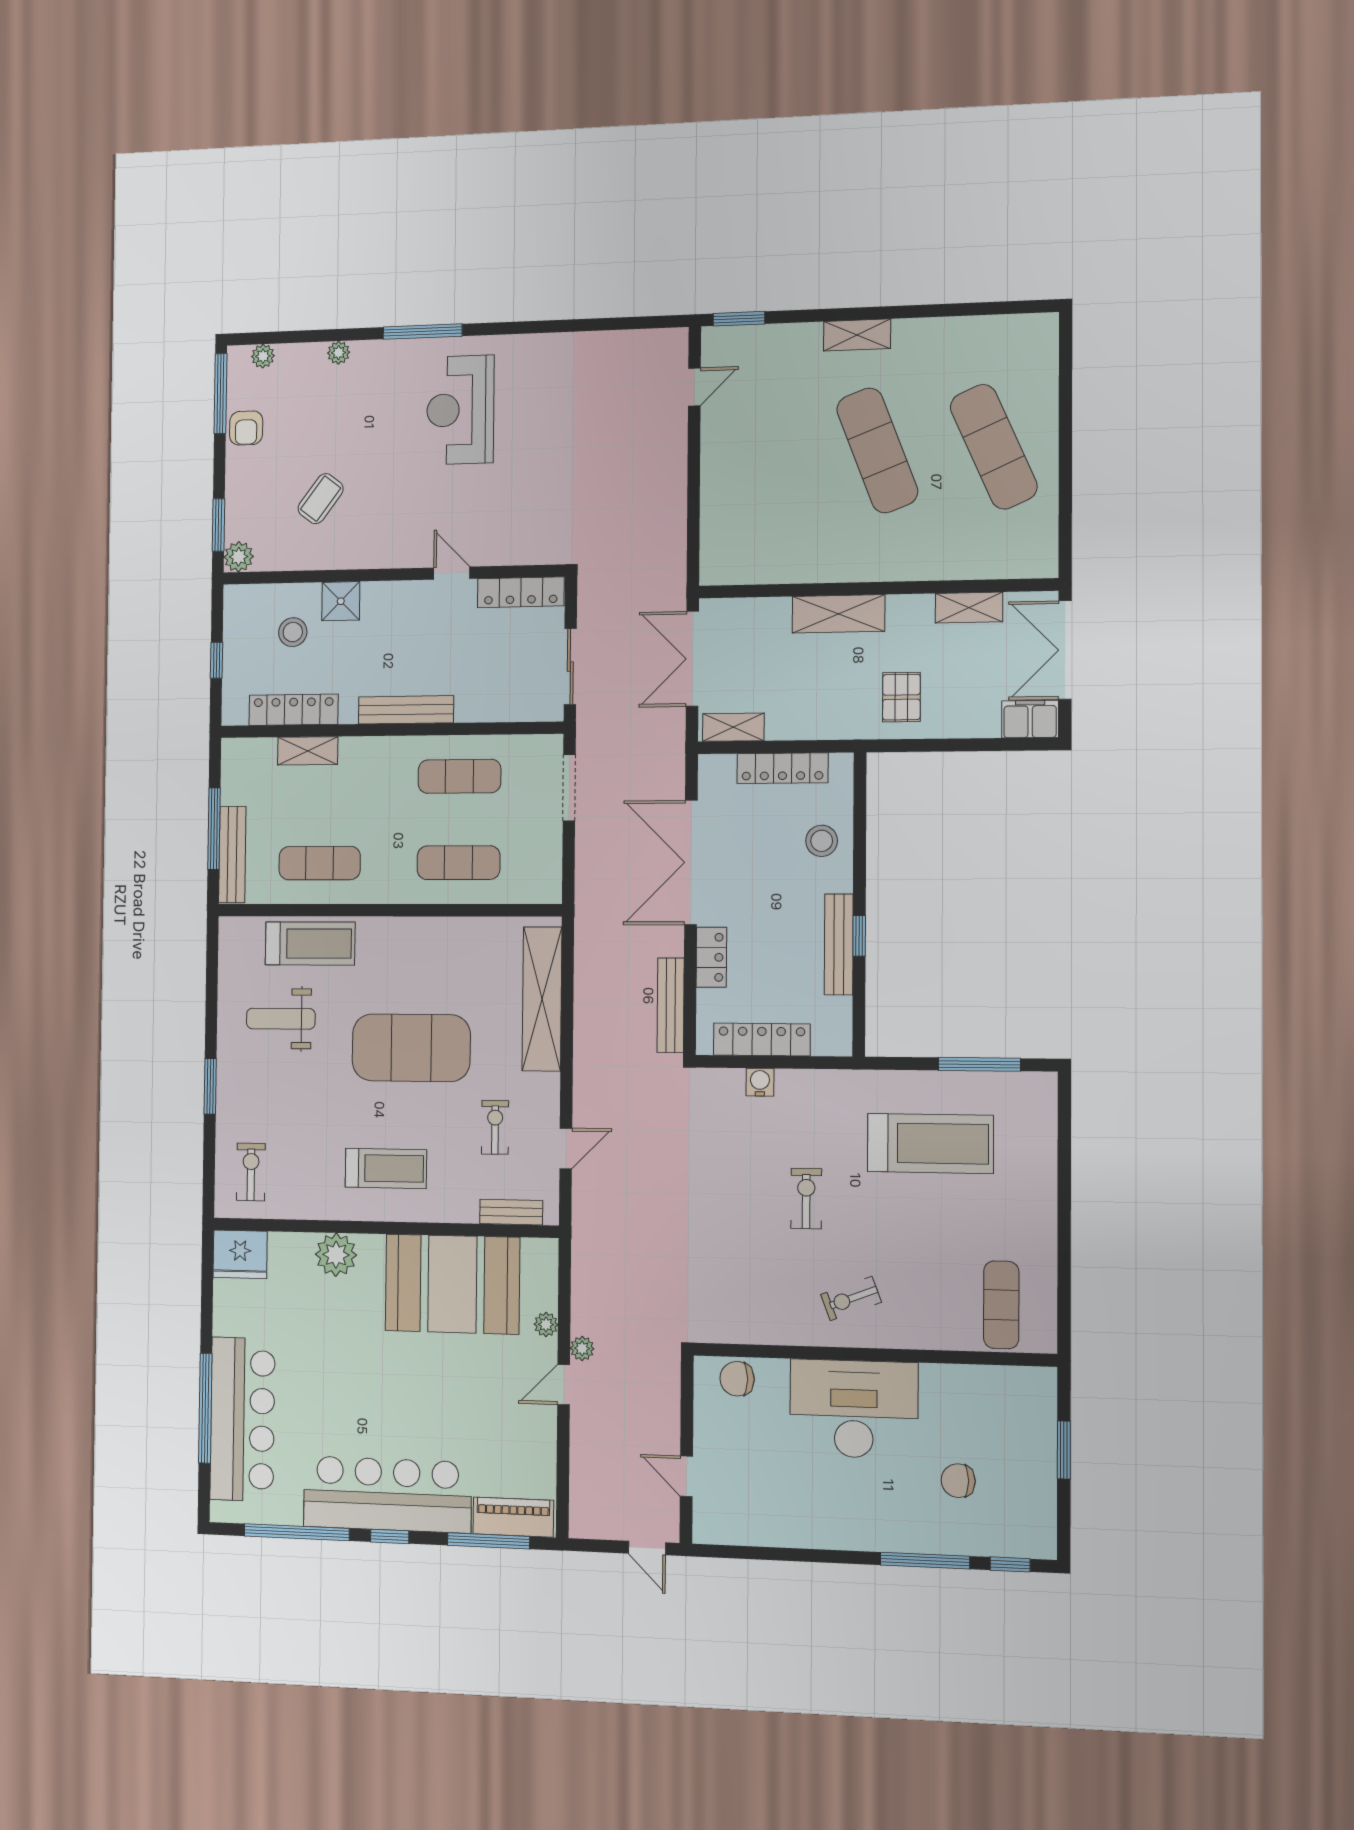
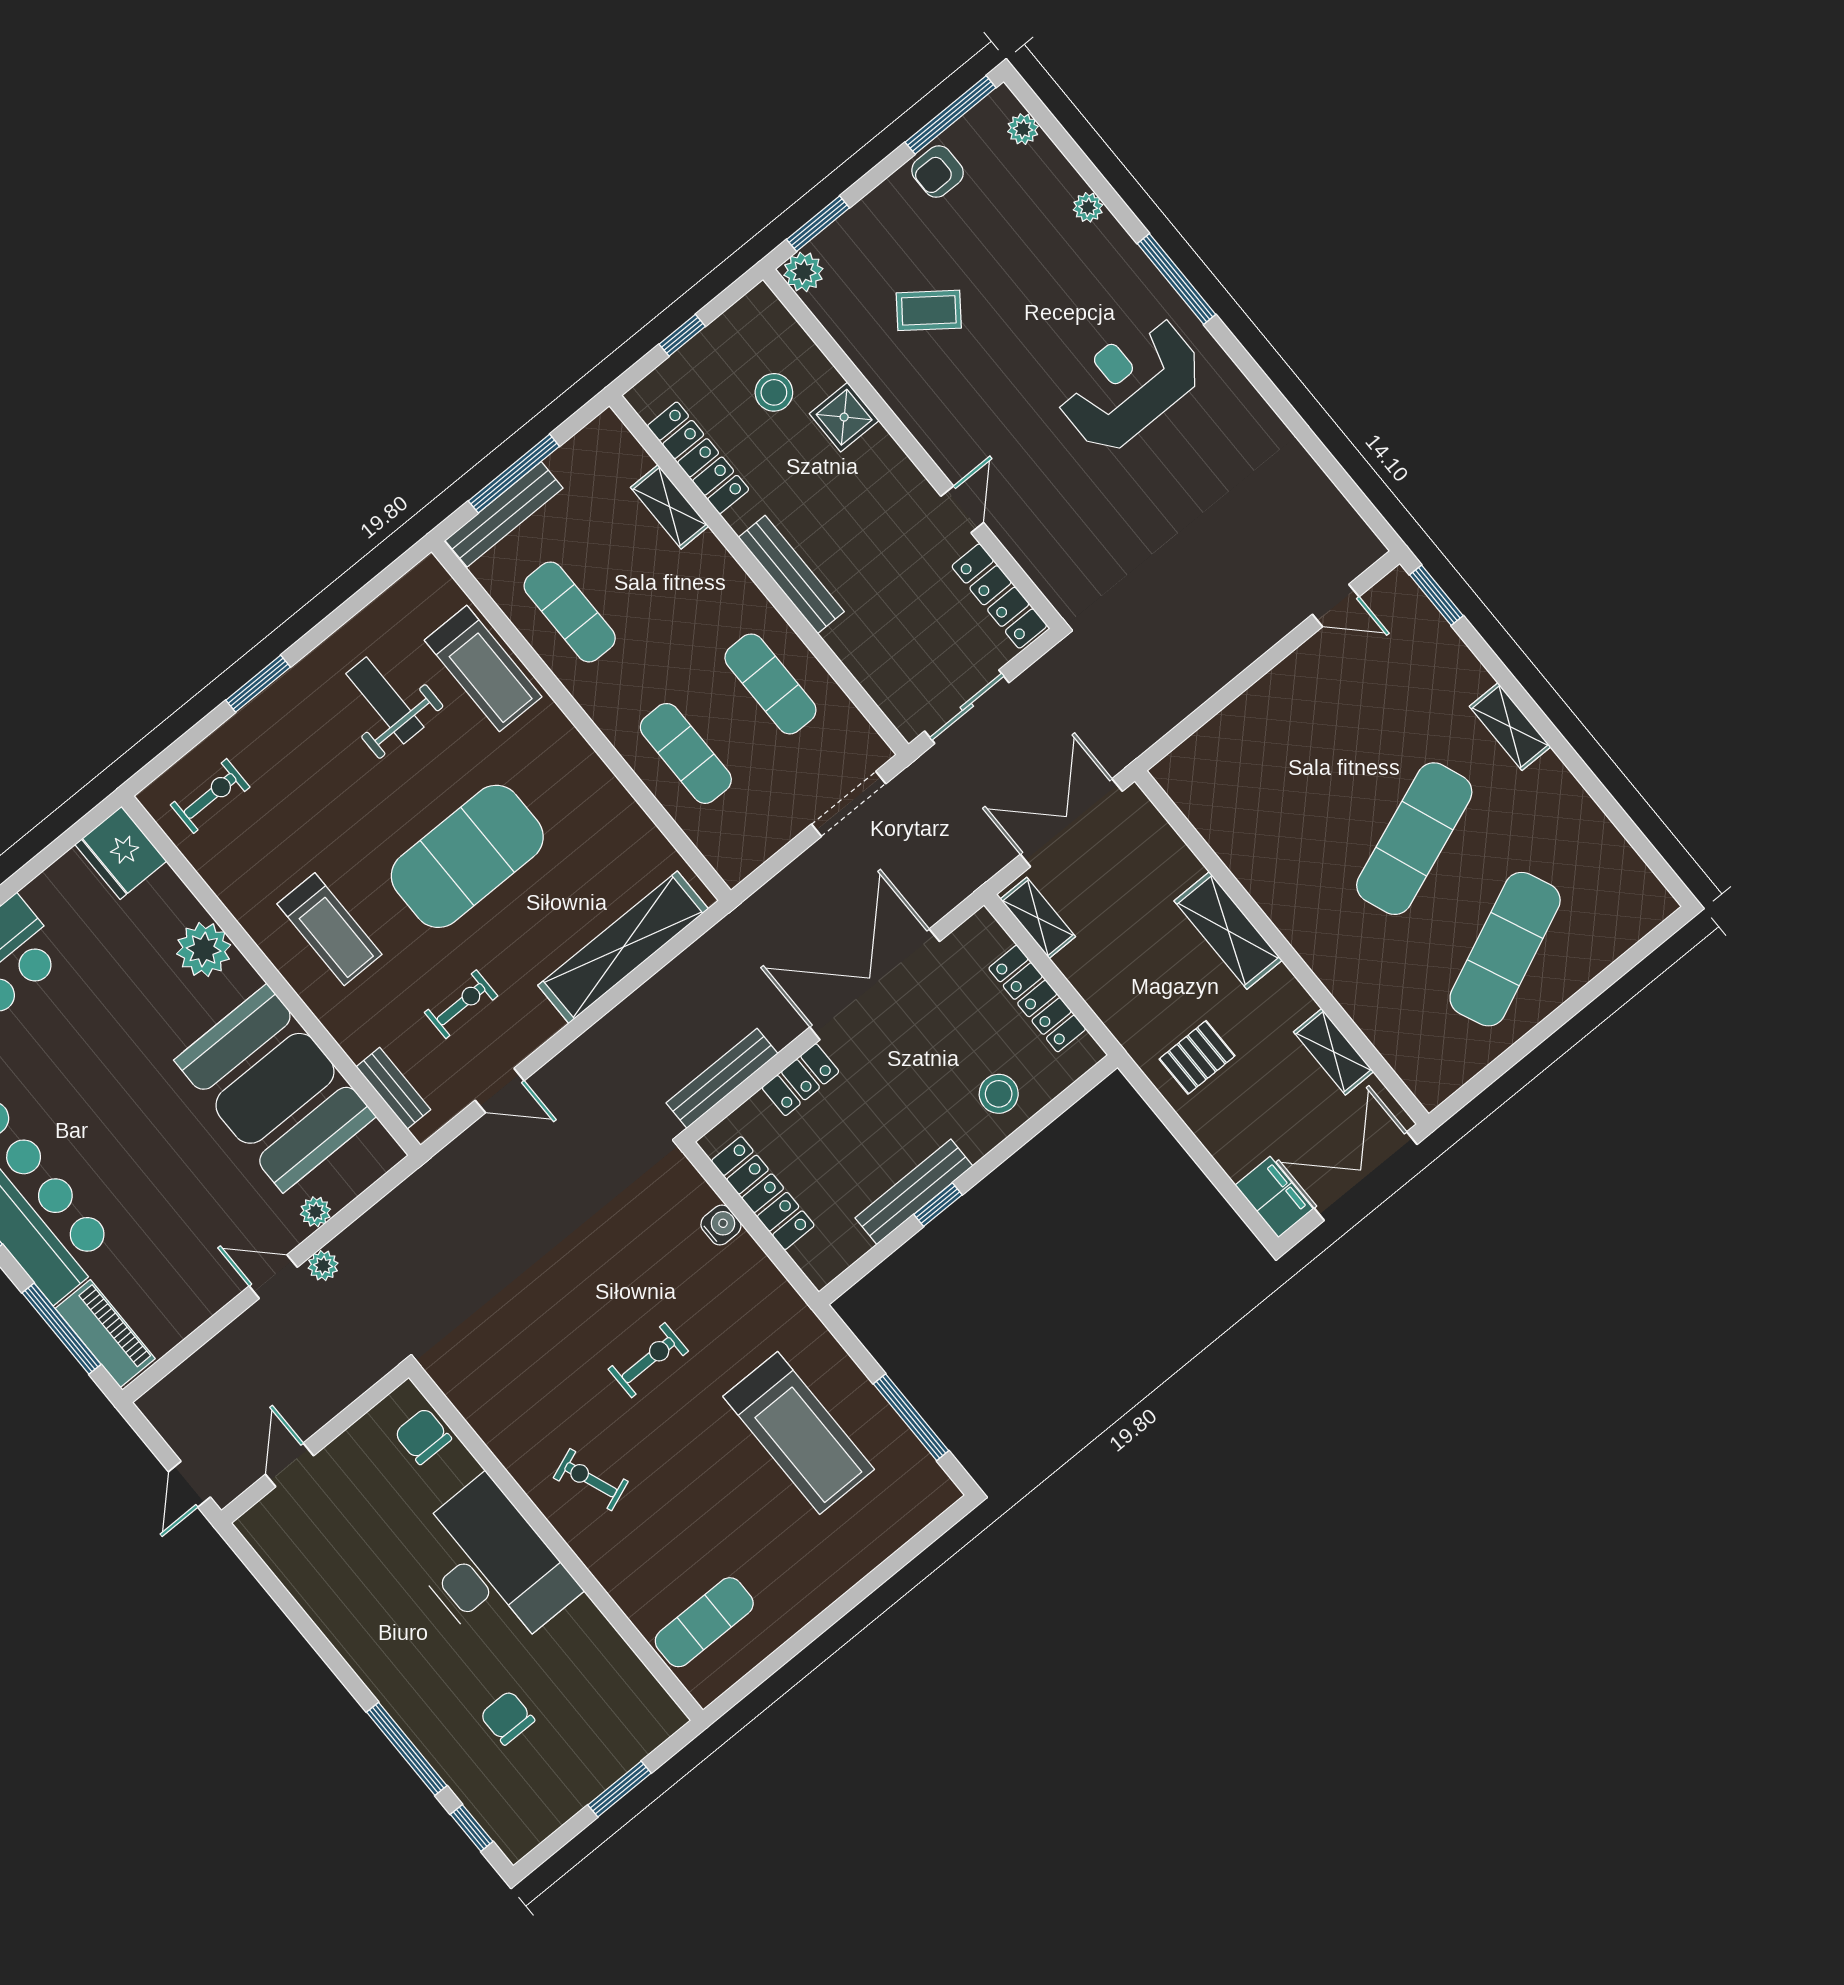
exercise mat: (411, 1048) -> (467, 856), turned 90

